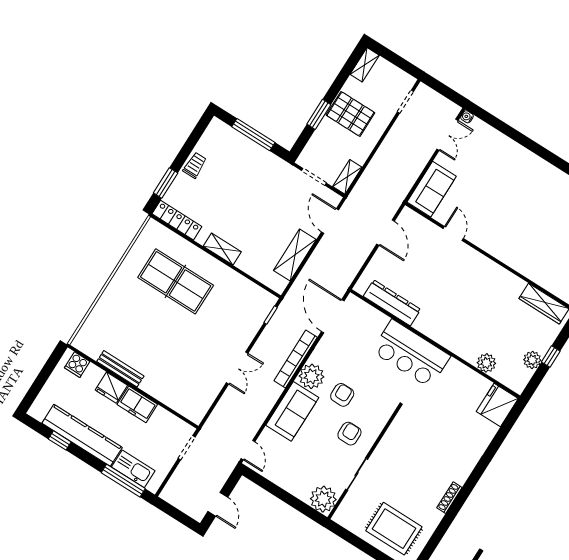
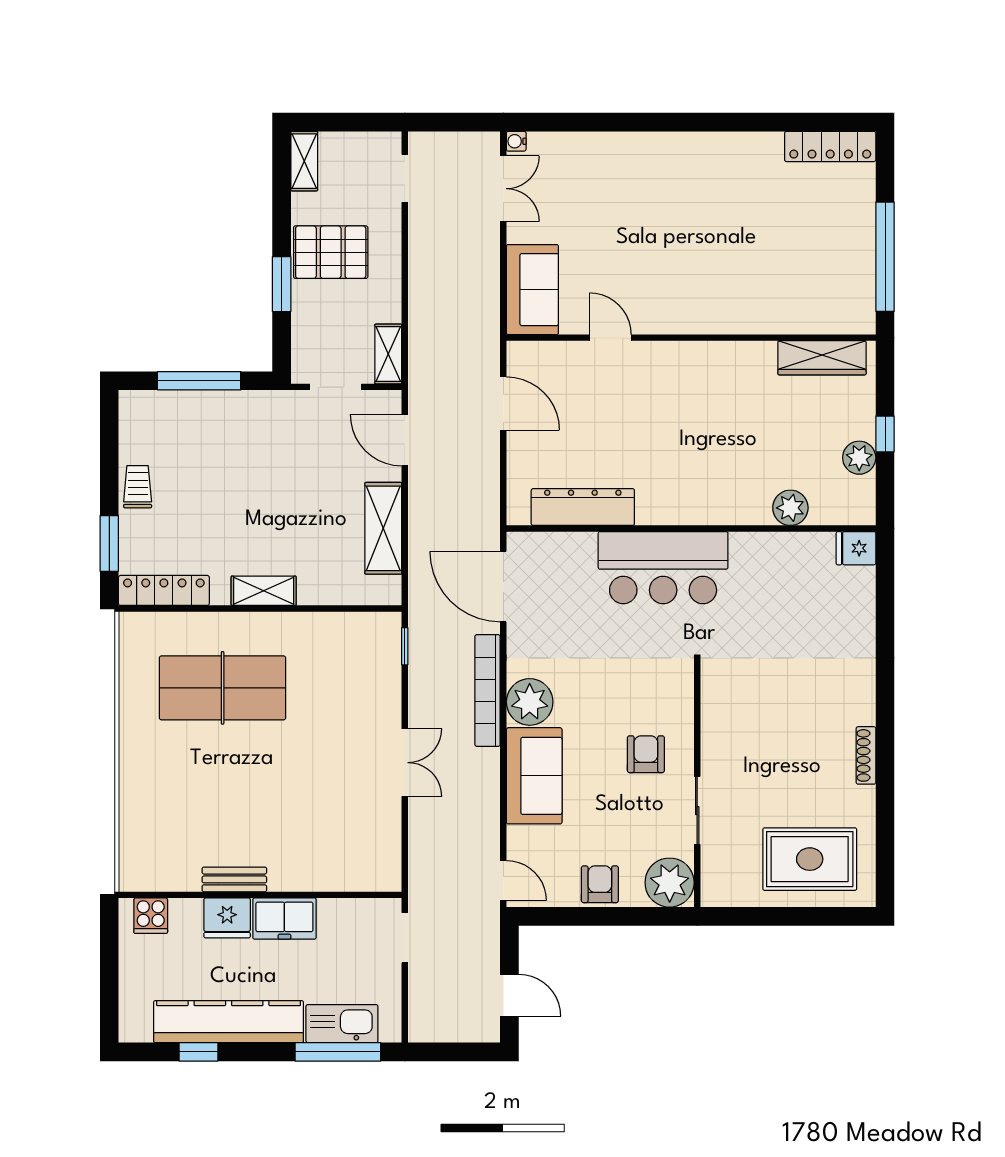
bench: (120, 369) -> (234, 879), width x0.73
armchair: (342, 395) -> (600, 884), moved
fridge: (497, 405) -> (856, 548), width x0.53, depth x0.75

